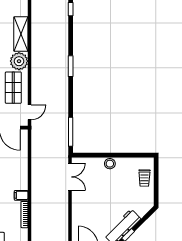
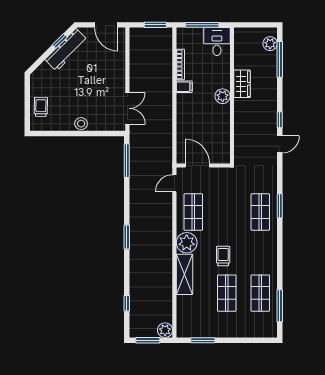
double door: (70, 177) -> (127, 108), swing flipped

